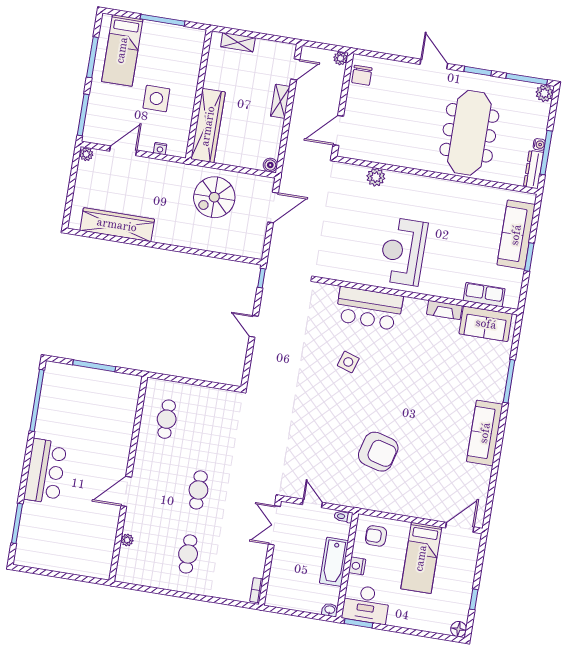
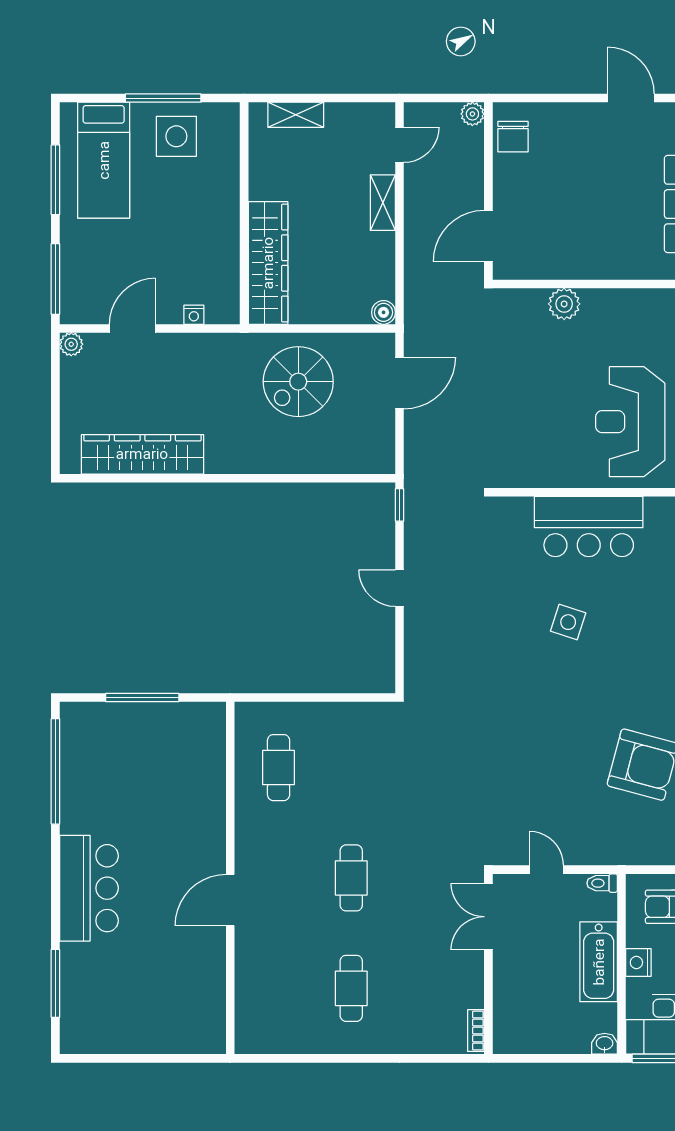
side table: (156, 99) -> (176, 136), moved
plant: (127, 540) -> (245, 981), removed

